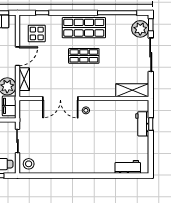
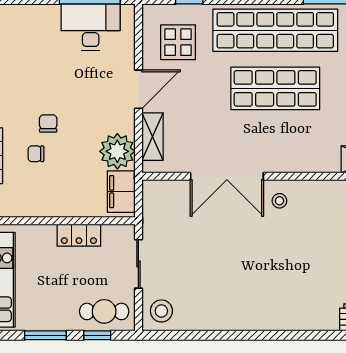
shop shelf: (84, 28) -> (275, 30), width x1.40
shop shelf: (84, 56) -> (275, 88), width x1.43, depth x1.36

